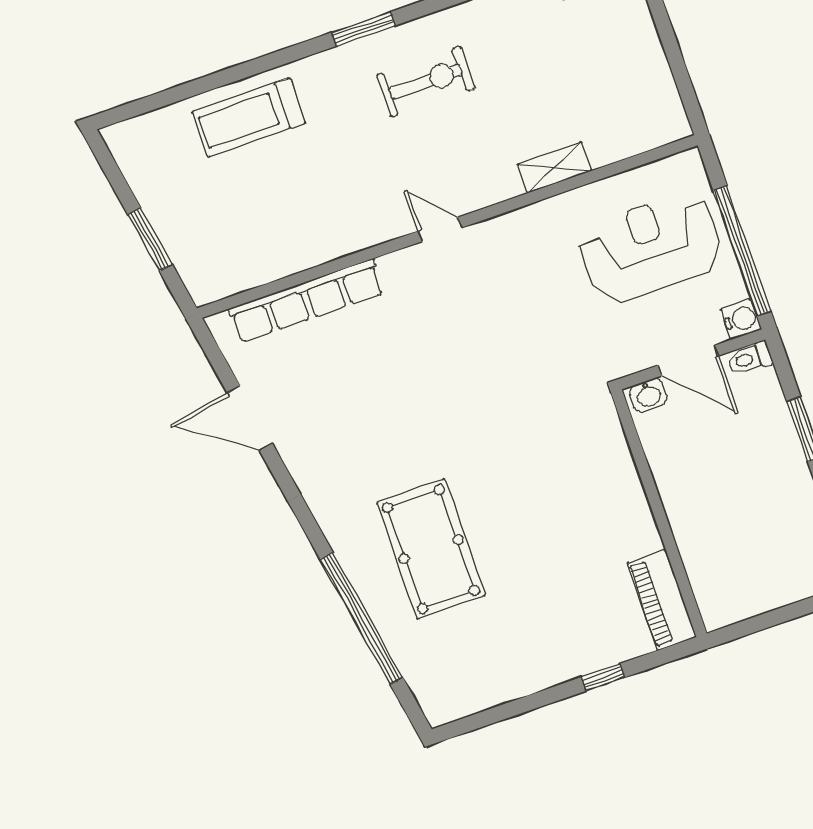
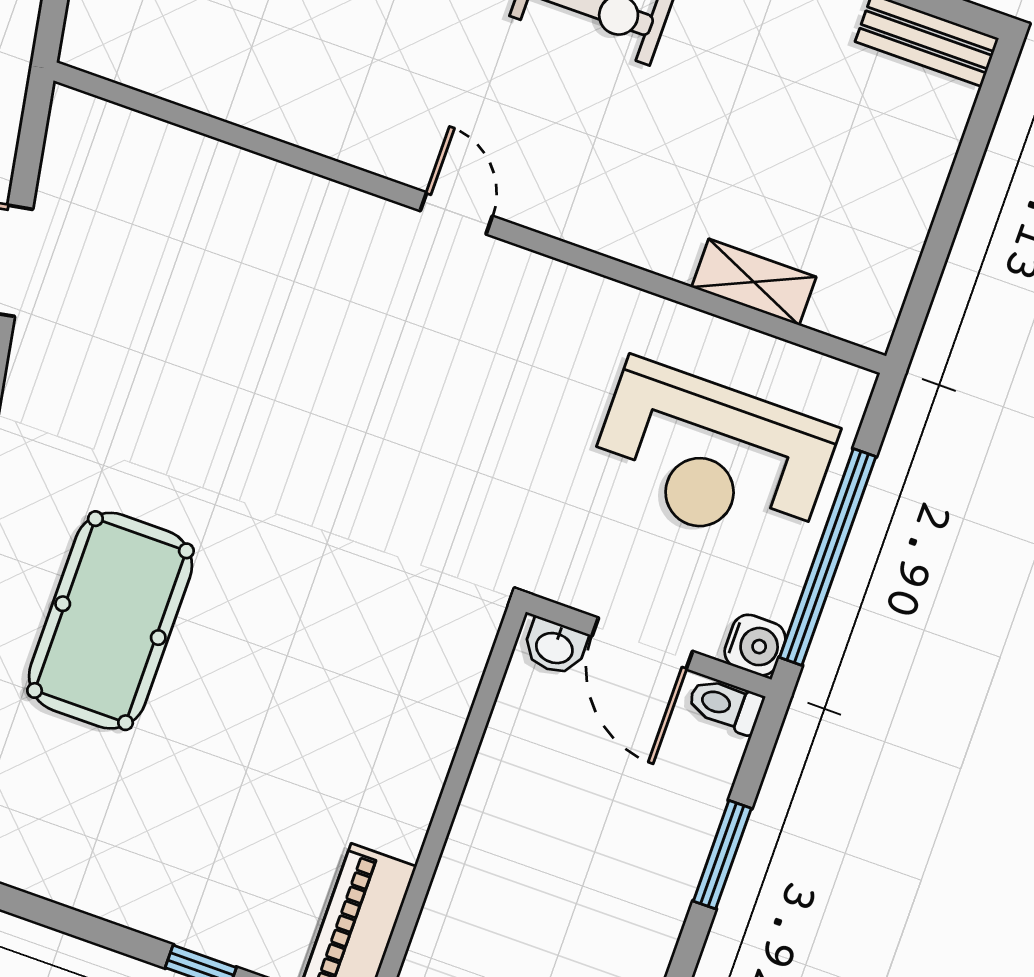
shelving: (554, 168) -> (754, 282), moved
reception desk: (651, 248) -> (712, 457), turned 180
row of seats: (306, 301) -> (207, 167), removed

